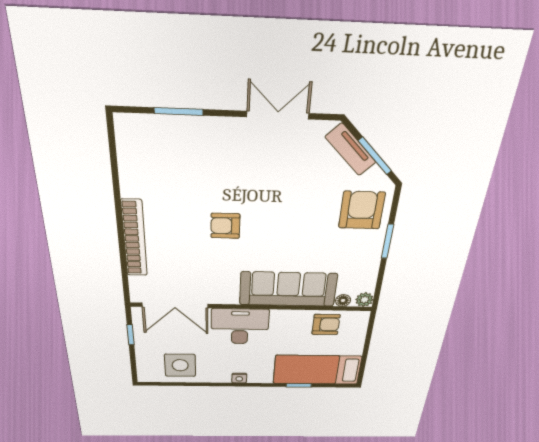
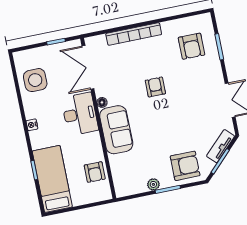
armchair: (169, 158) -> (192, 46), added
sofa: (288, 289) -> (116, 130), width x0.73
floor lamp: (343, 300) -> (102, 102), moved
plant: (364, 300) -> (153, 184), moved

